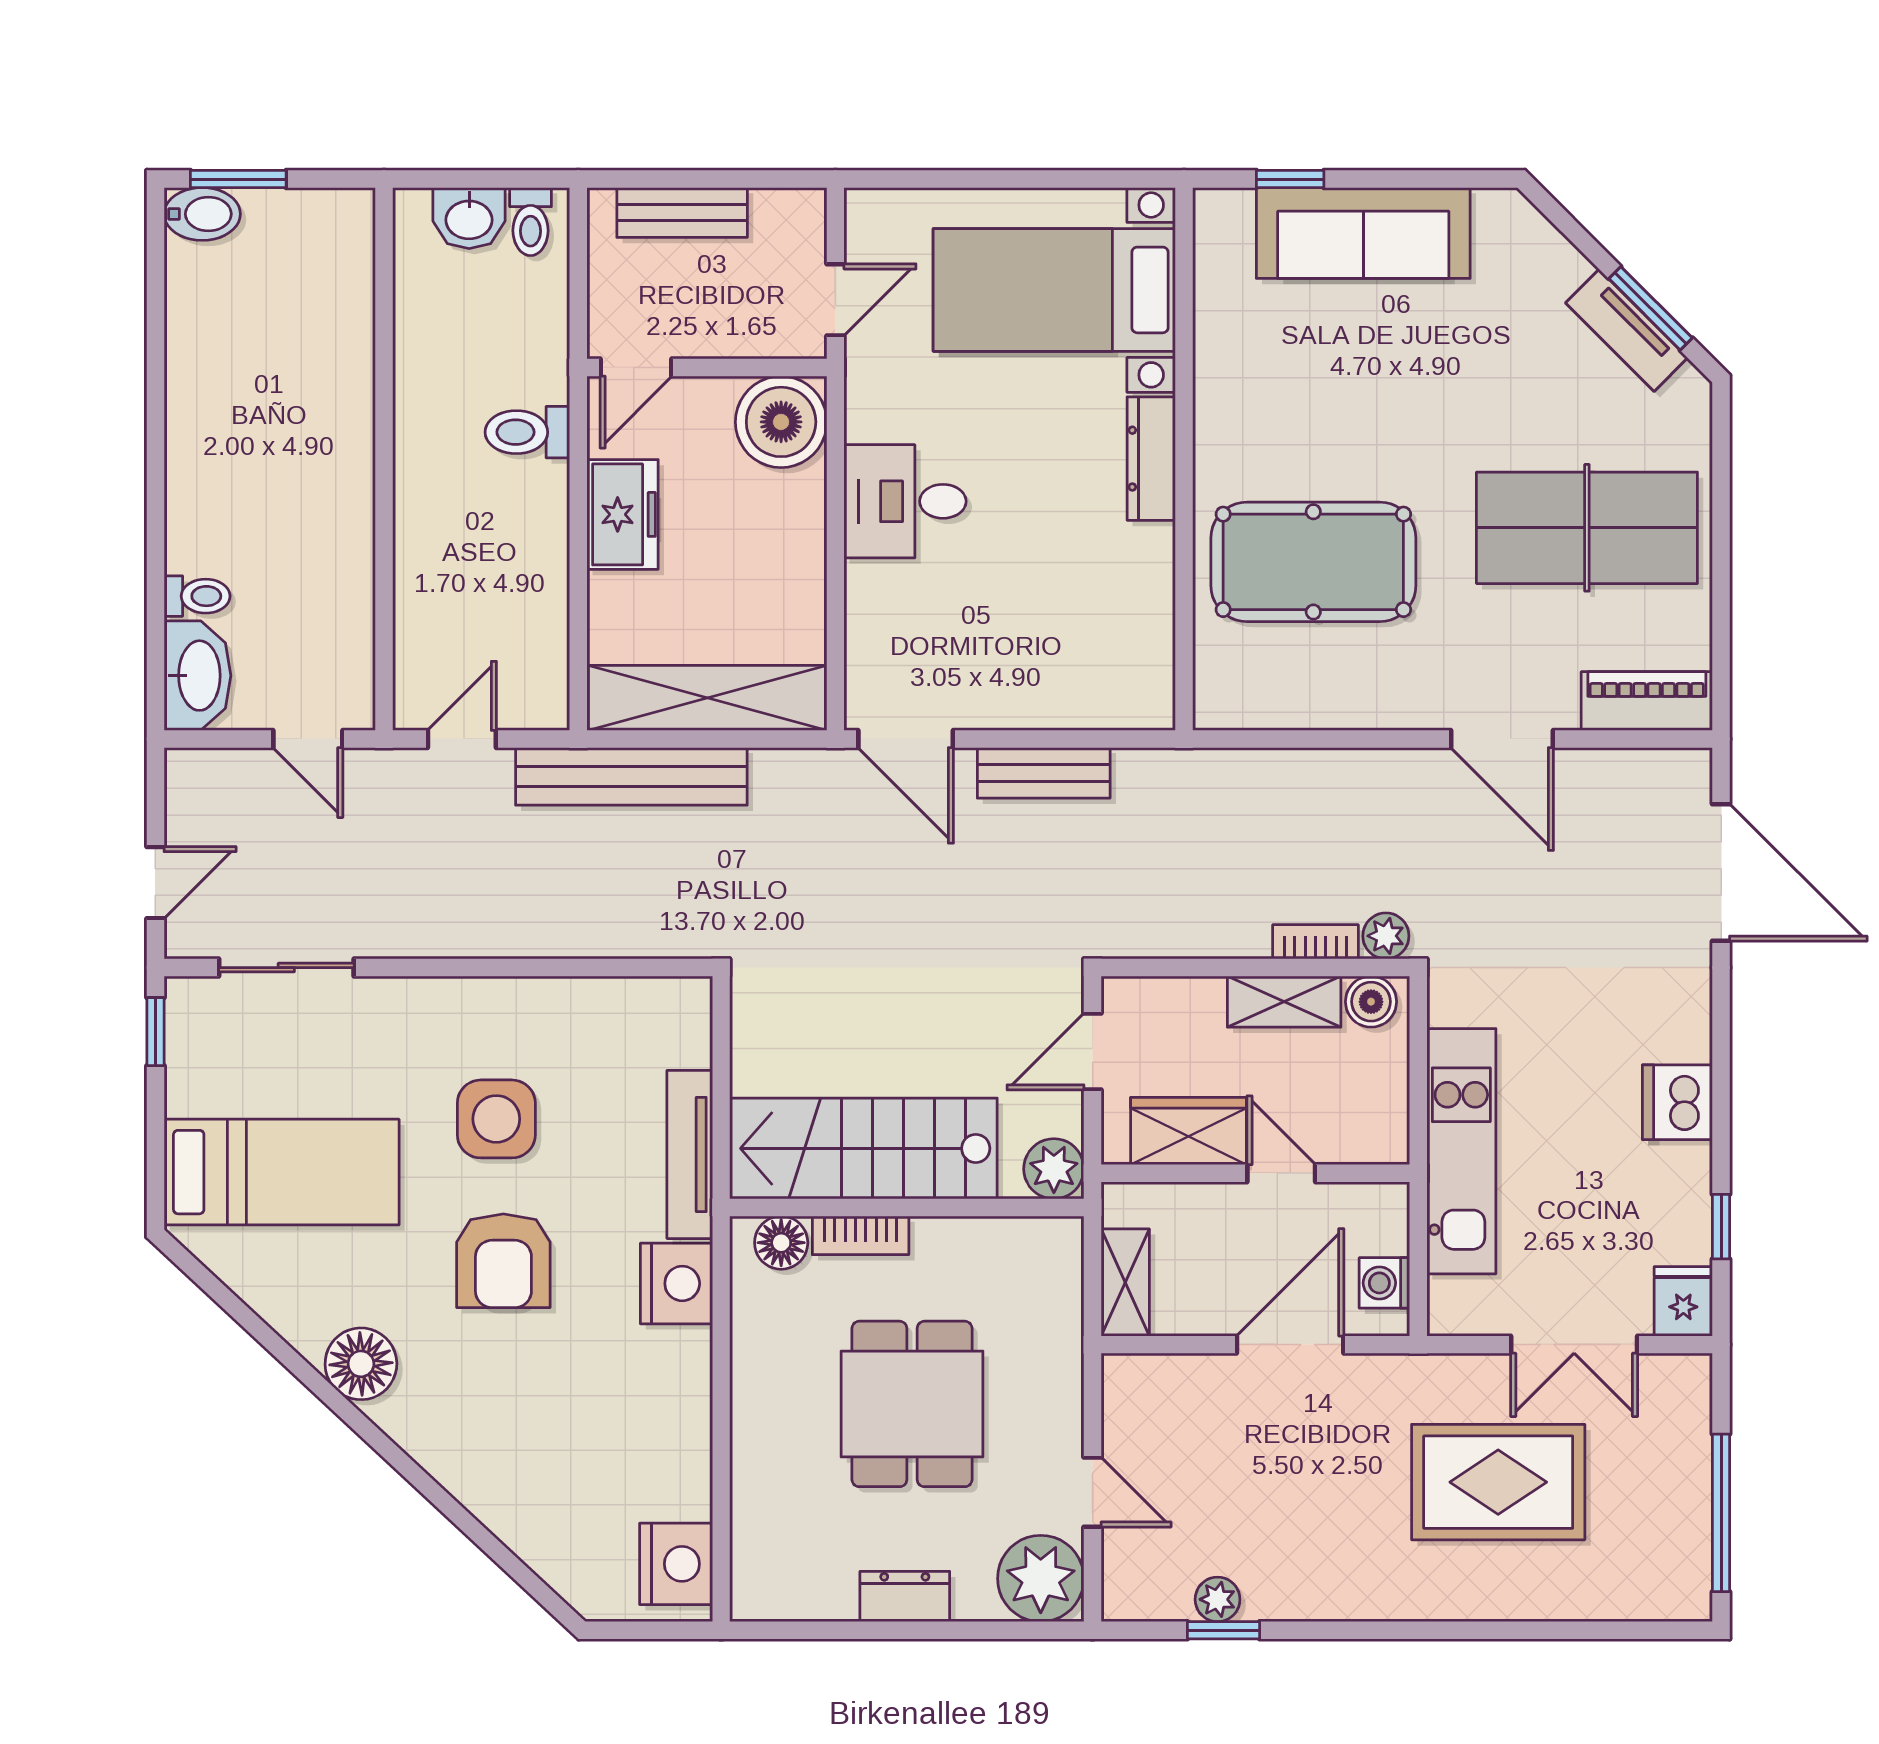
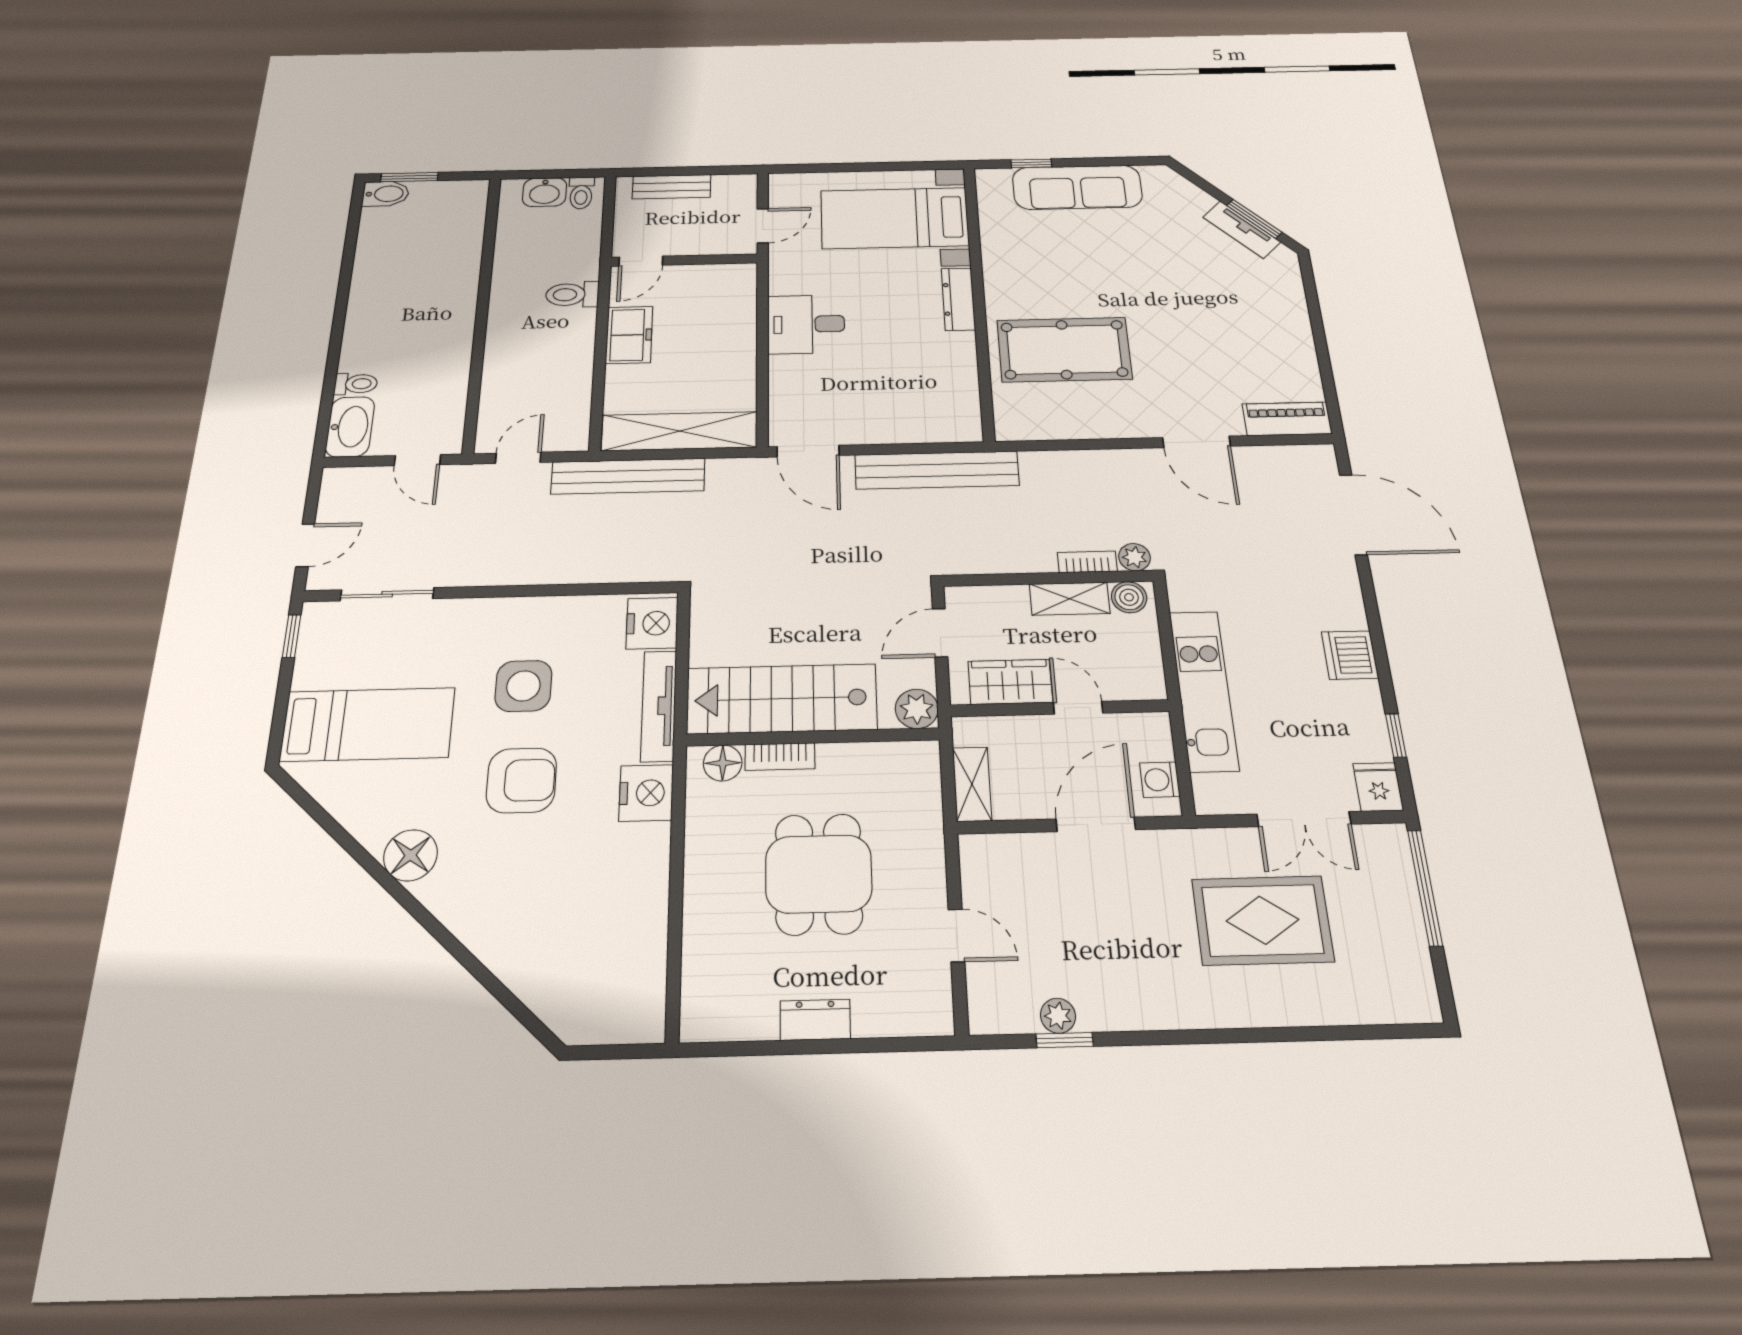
boiler: (781, 422) -> (729, 286), removed
table tennis table: (1587, 528) -> (1234, 328), removed
bench: (1044, 773) -> (937, 470), width x1.86, depth x1.21
armchair: (503, 1261) -> (521, 780), turned -90
window: (1721, 1513) -> (1425, 887), moved
nightstand: (676, 1564) -> (652, 623), moved
plant: (1041, 1579) -> (920, 1003), removed

